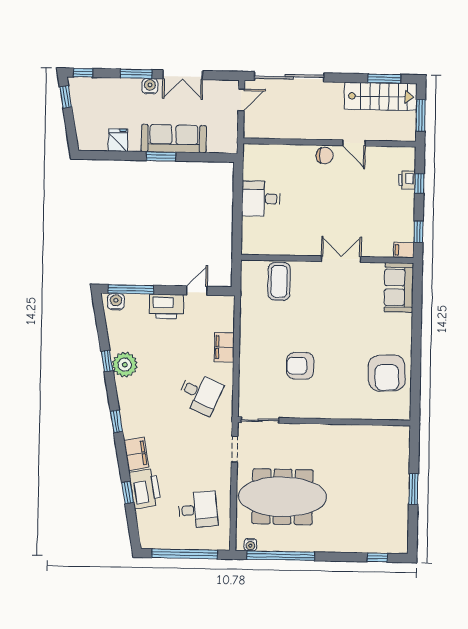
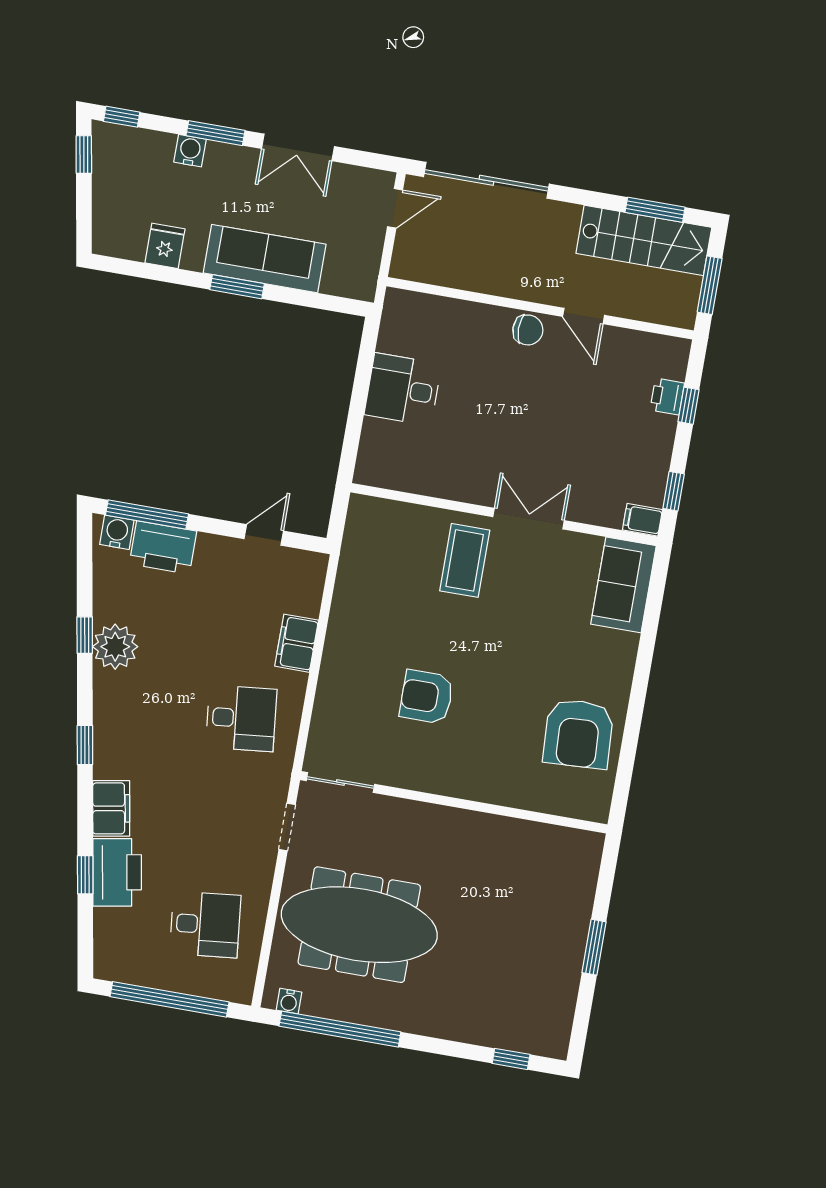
water cooler: (150, 86) -> (190, 151), moved
coffee table: (279, 281) -> (465, 560), moved
printer: (166, 307) -> (163, 547), moved
desk: (200, 393) -> (241, 718), turned -30

